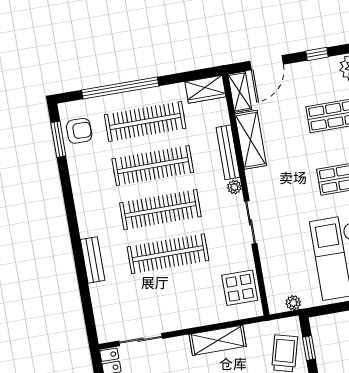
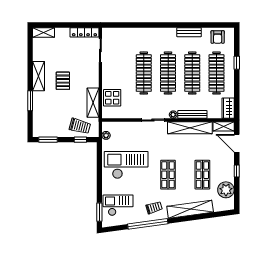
window: (120, 88) -> (237, 63), width x0.32
window: (58, 139) -> (215, 25), removed
shelving: (251, 140) -> (190, 128), width x1.47
bench: (93, 260) -> (189, 32), moved
display table: (240, 288) -> (112, 98), moved
shelving: (218, 340) -> (93, 103), moved

